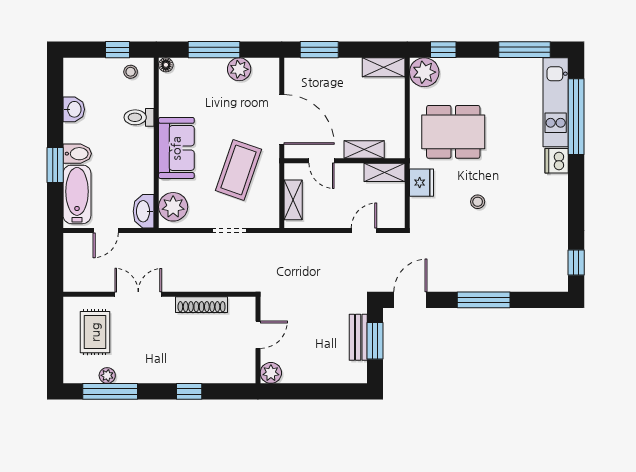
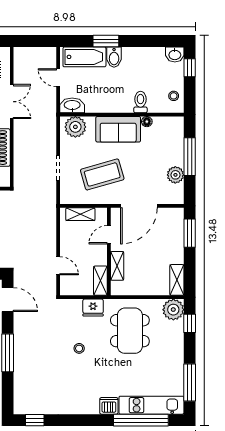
window: (118, 50) -> (190, 68), moved
floor lamp: (166, 65) -> (147, 122), moved
washbasin: (74, 109) -> (175, 55), moved
coffee table: (239, 170) -> (102, 174), turned -35

